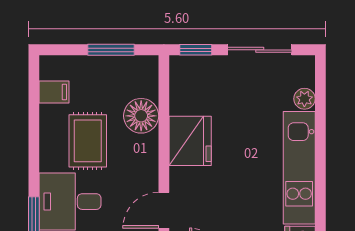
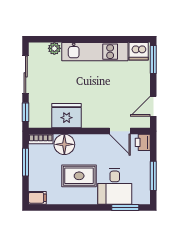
bookcase: (150, 76) -> (41, 139), added
filing cabinet: (54, 92) -> (37, 198), moved, turned 90
fridge: (190, 141) -> (67, 116), moved

